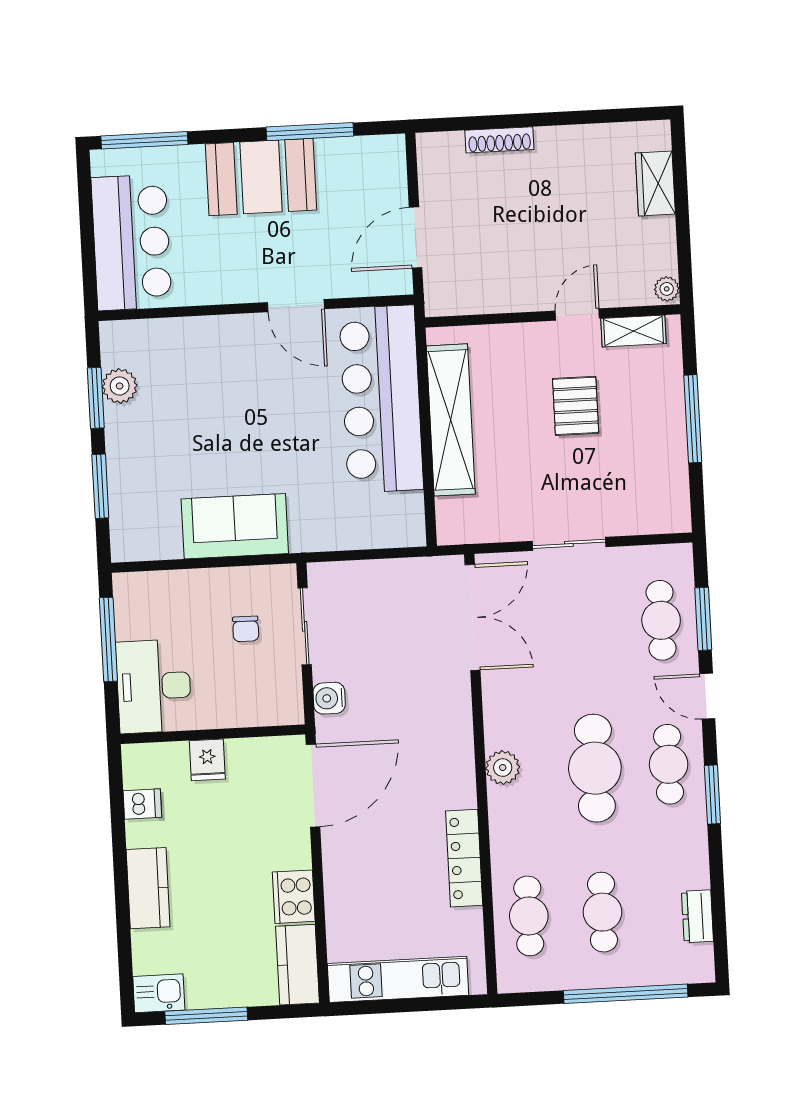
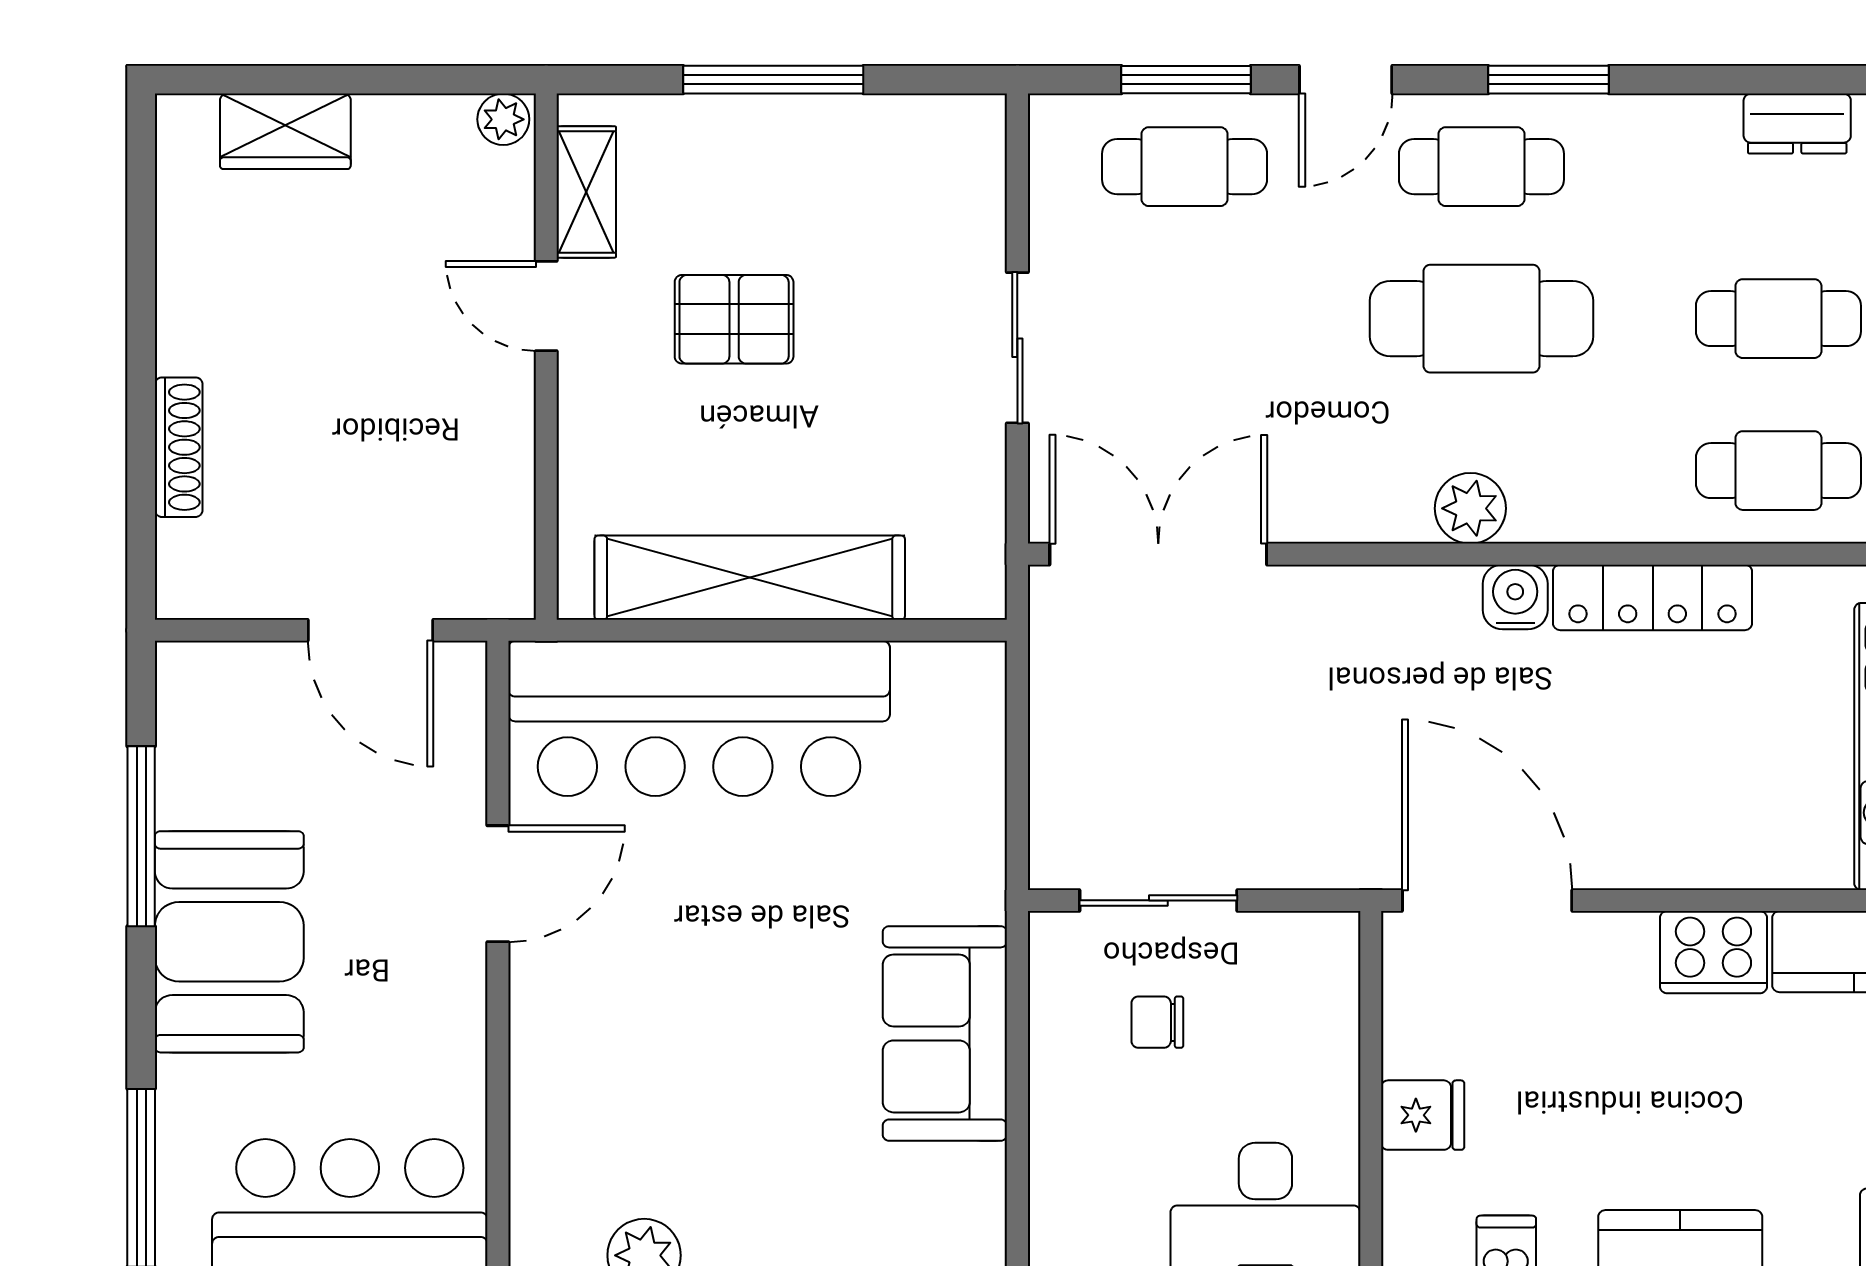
chair: (246, 629) -> (1157, 1022), turned 180
water cooler: (329, 698) -> (1515, 597), moved, turned 180

